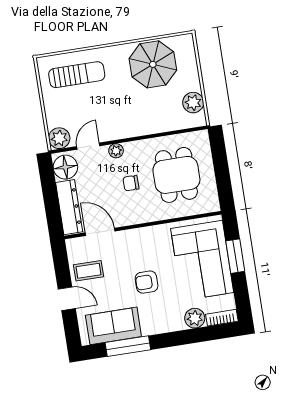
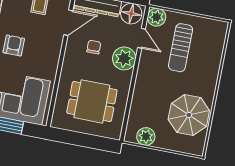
sun lounger: (77, 75) -> (181, 48), moved
plant: (116, 151) -> (124, 58), width x1.87, depth x1.87
chair: (131, 183) -> (94, 47), moved

